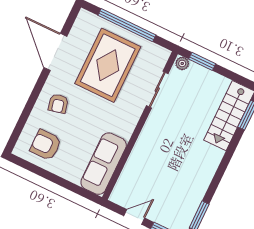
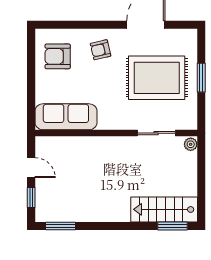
window: (127, 25) -> (201, 78), width x0.47
window: (202, 61) -> (201, 161), removed
armchair: (46, 145) -> (58, 56), turned -90

